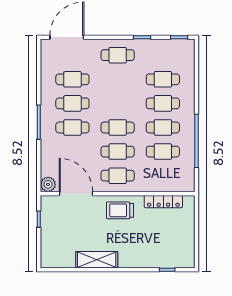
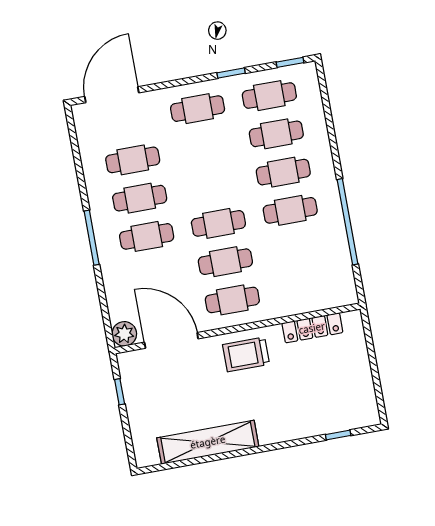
cafe table: (163, 152) -> (269, 96), moved
shelving: (97, 260) -> (208, 442), width x1.47

